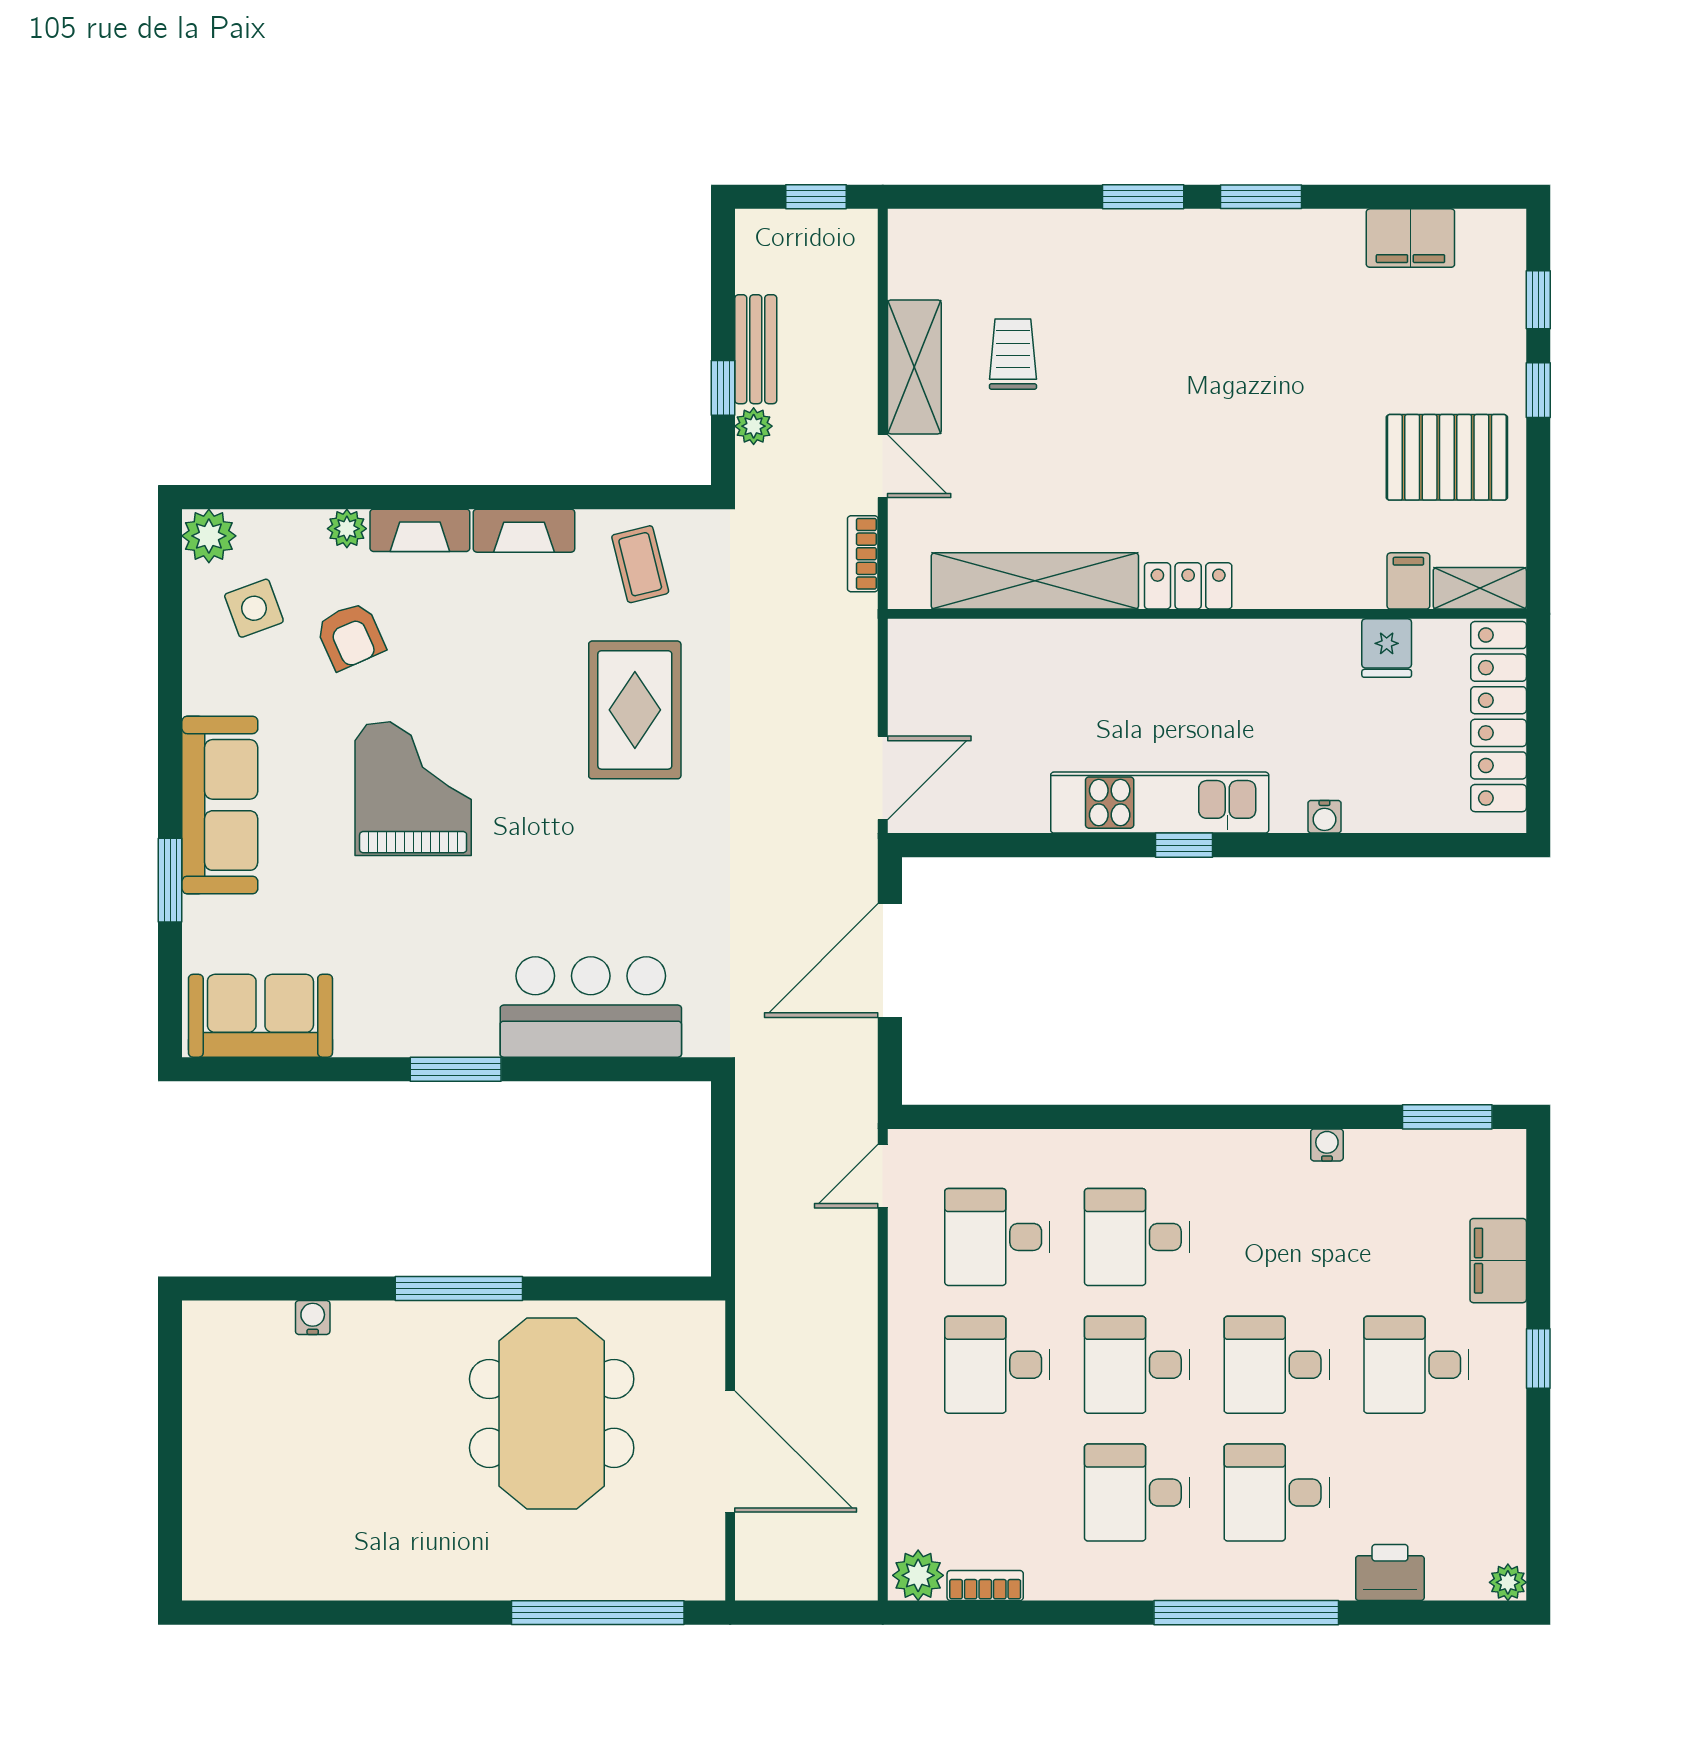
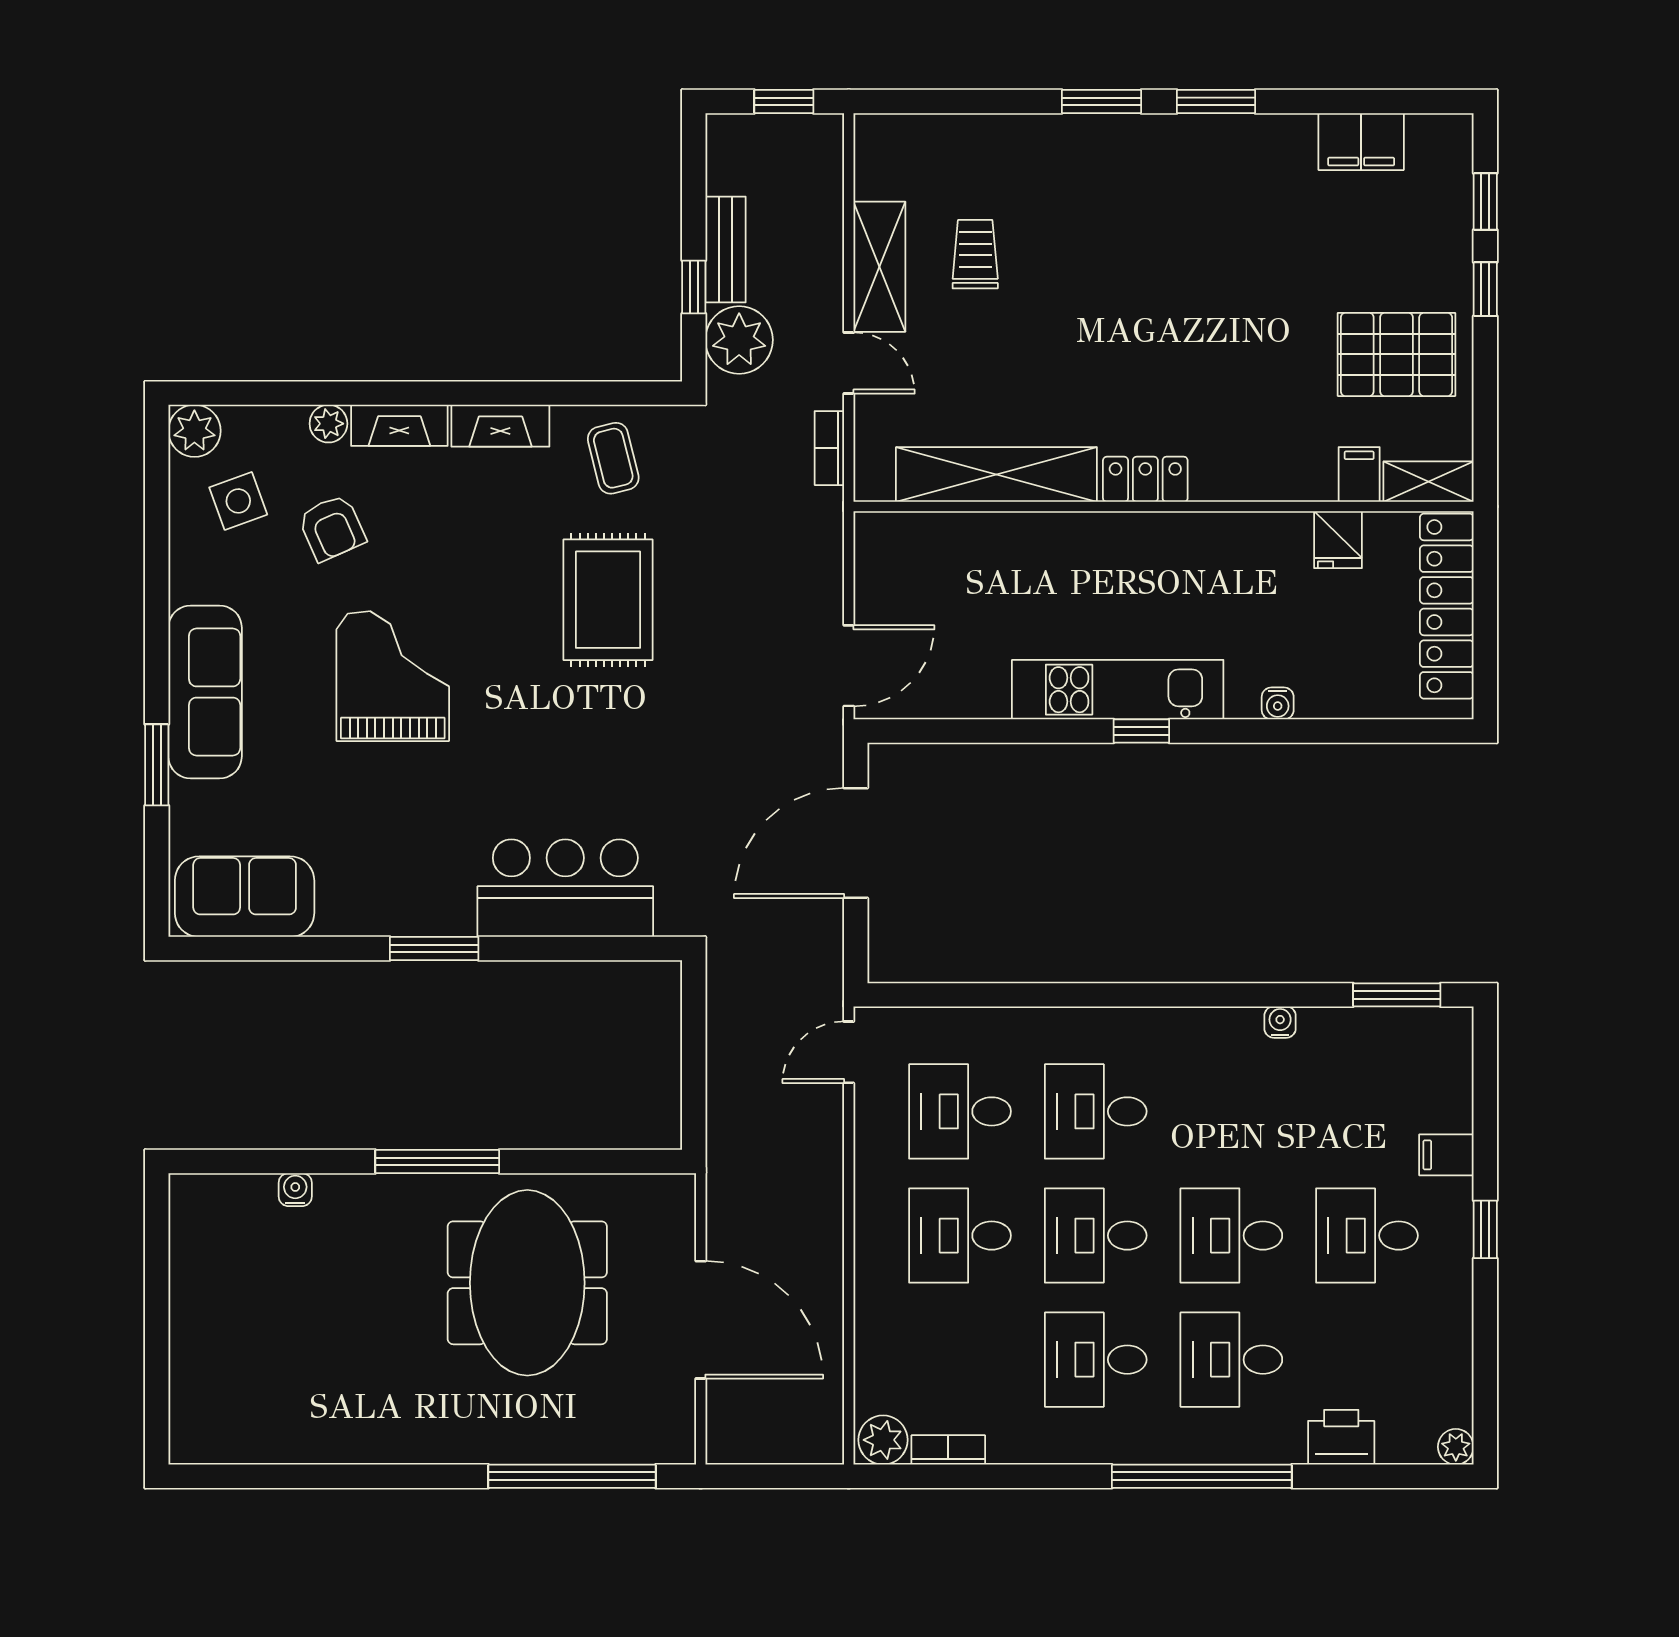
plant: (754, 426) -> (739, 340), width x1.88, depth x1.88
filing cabinet: (1498, 1261) -> (1446, 1155), width x0.50

